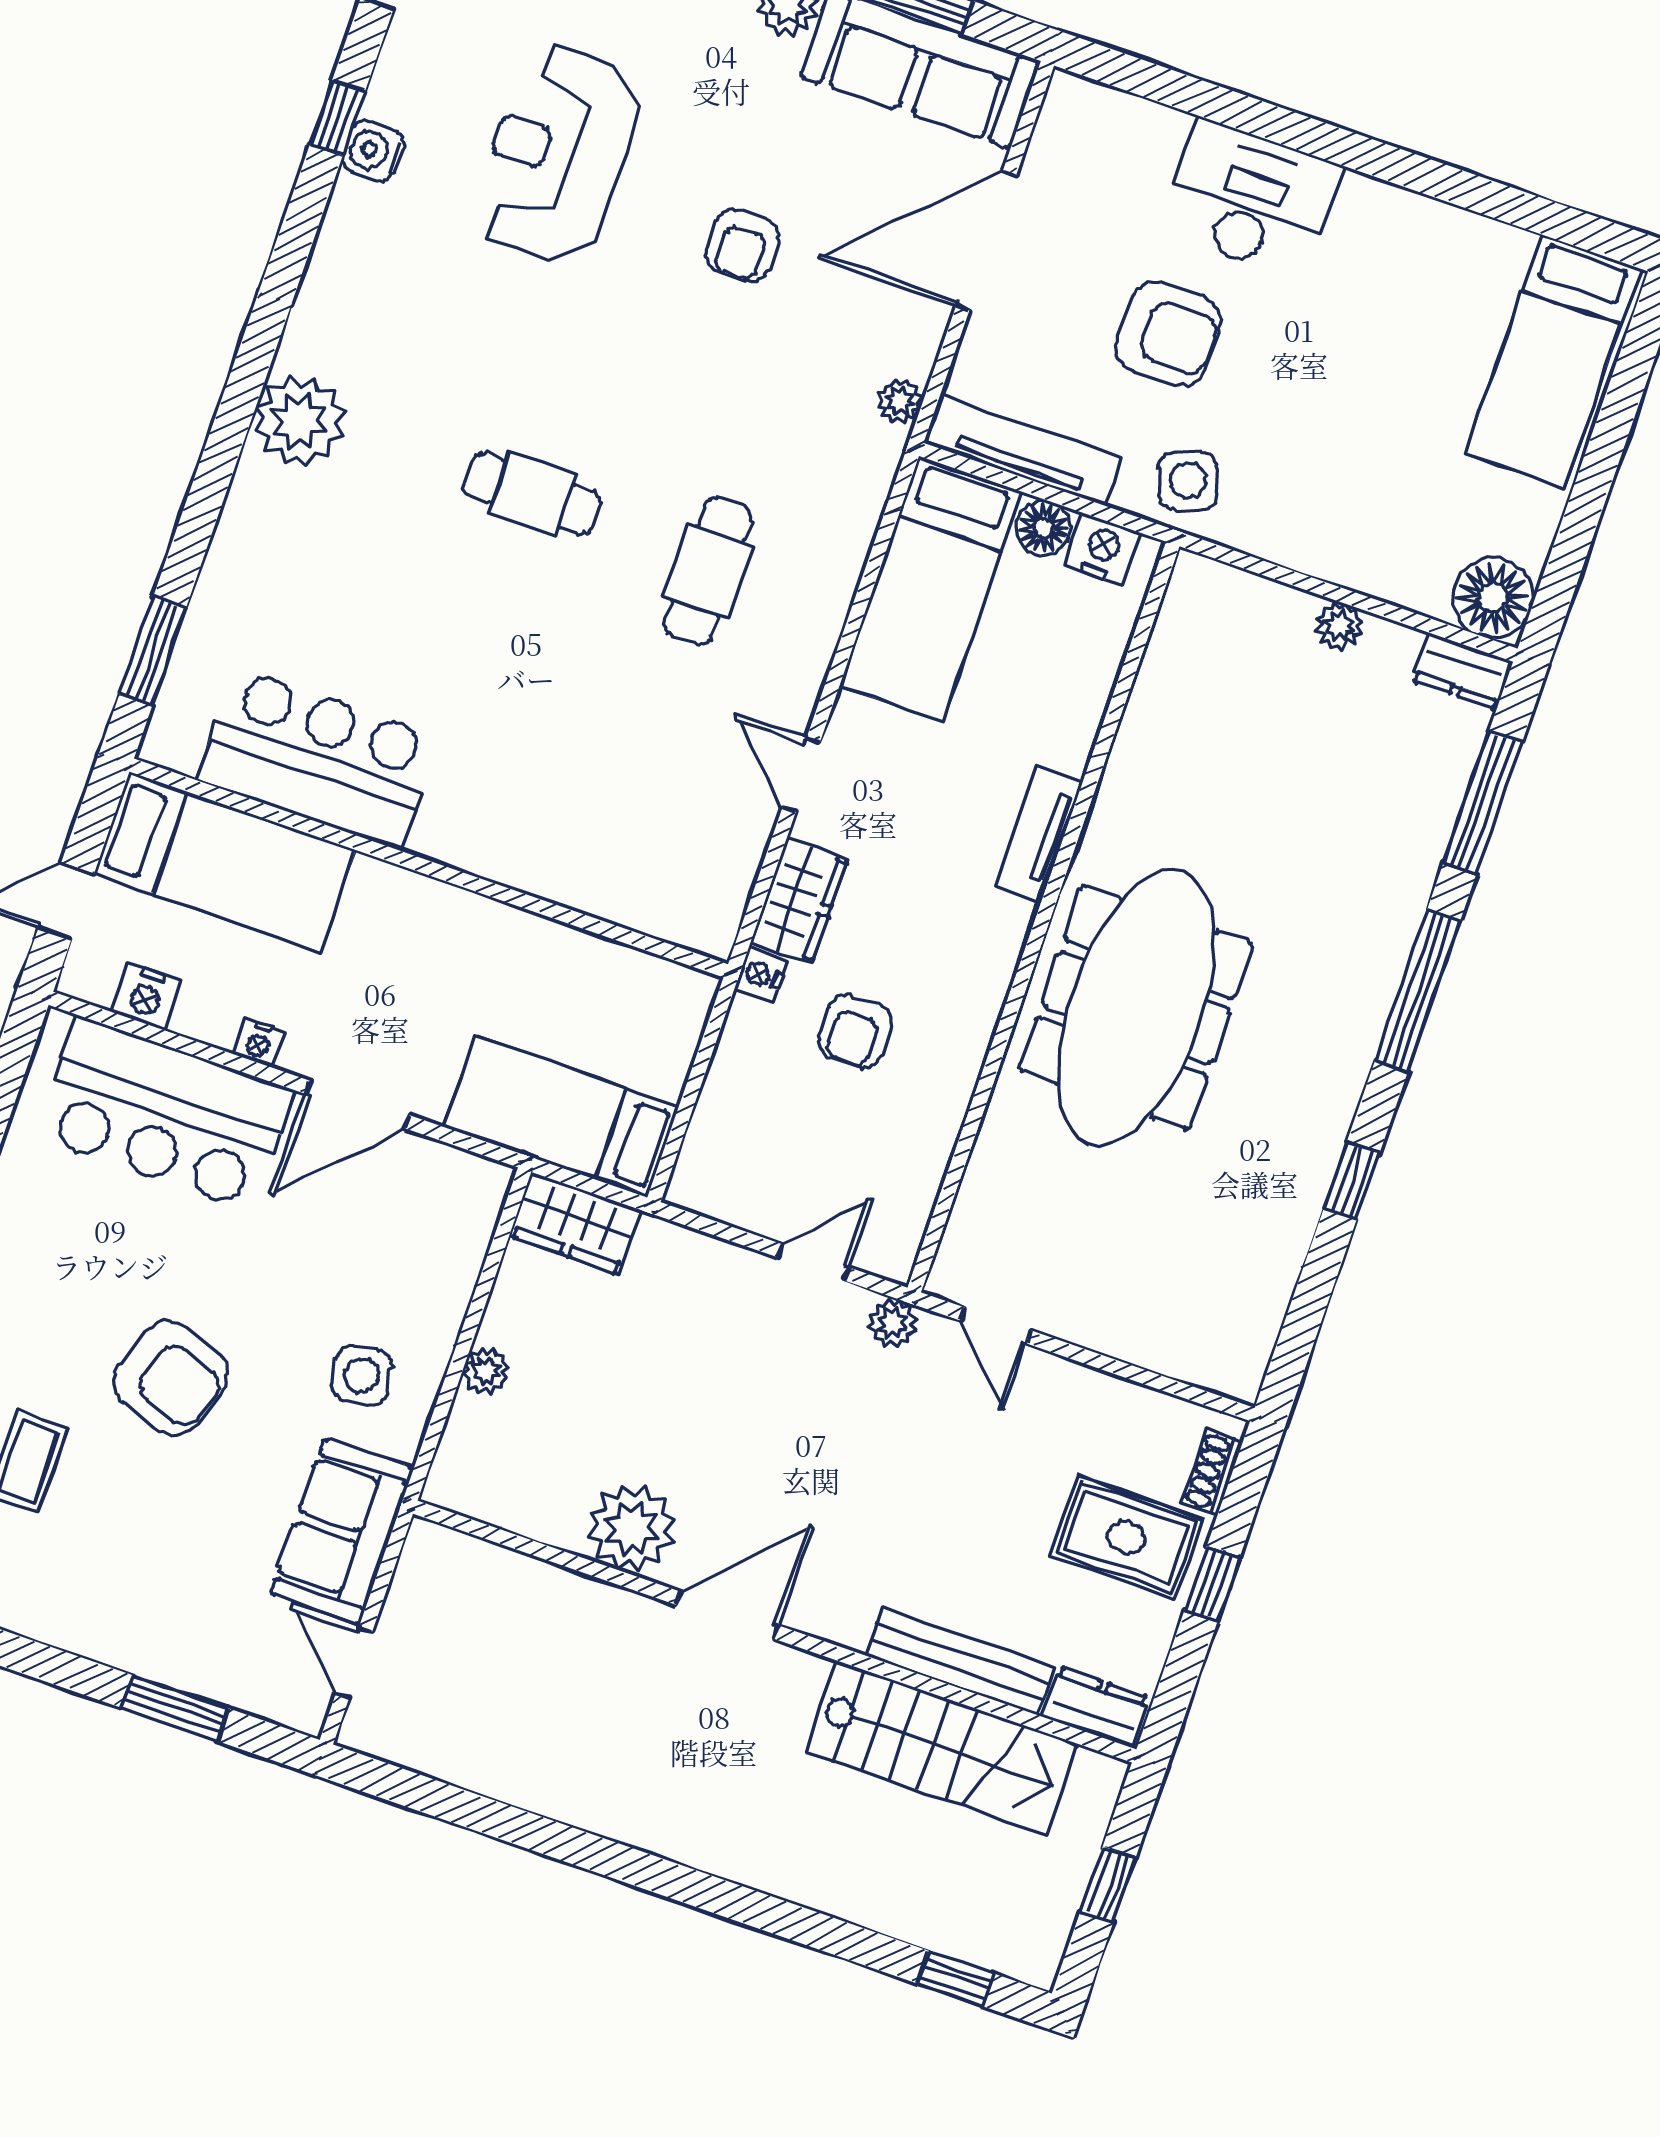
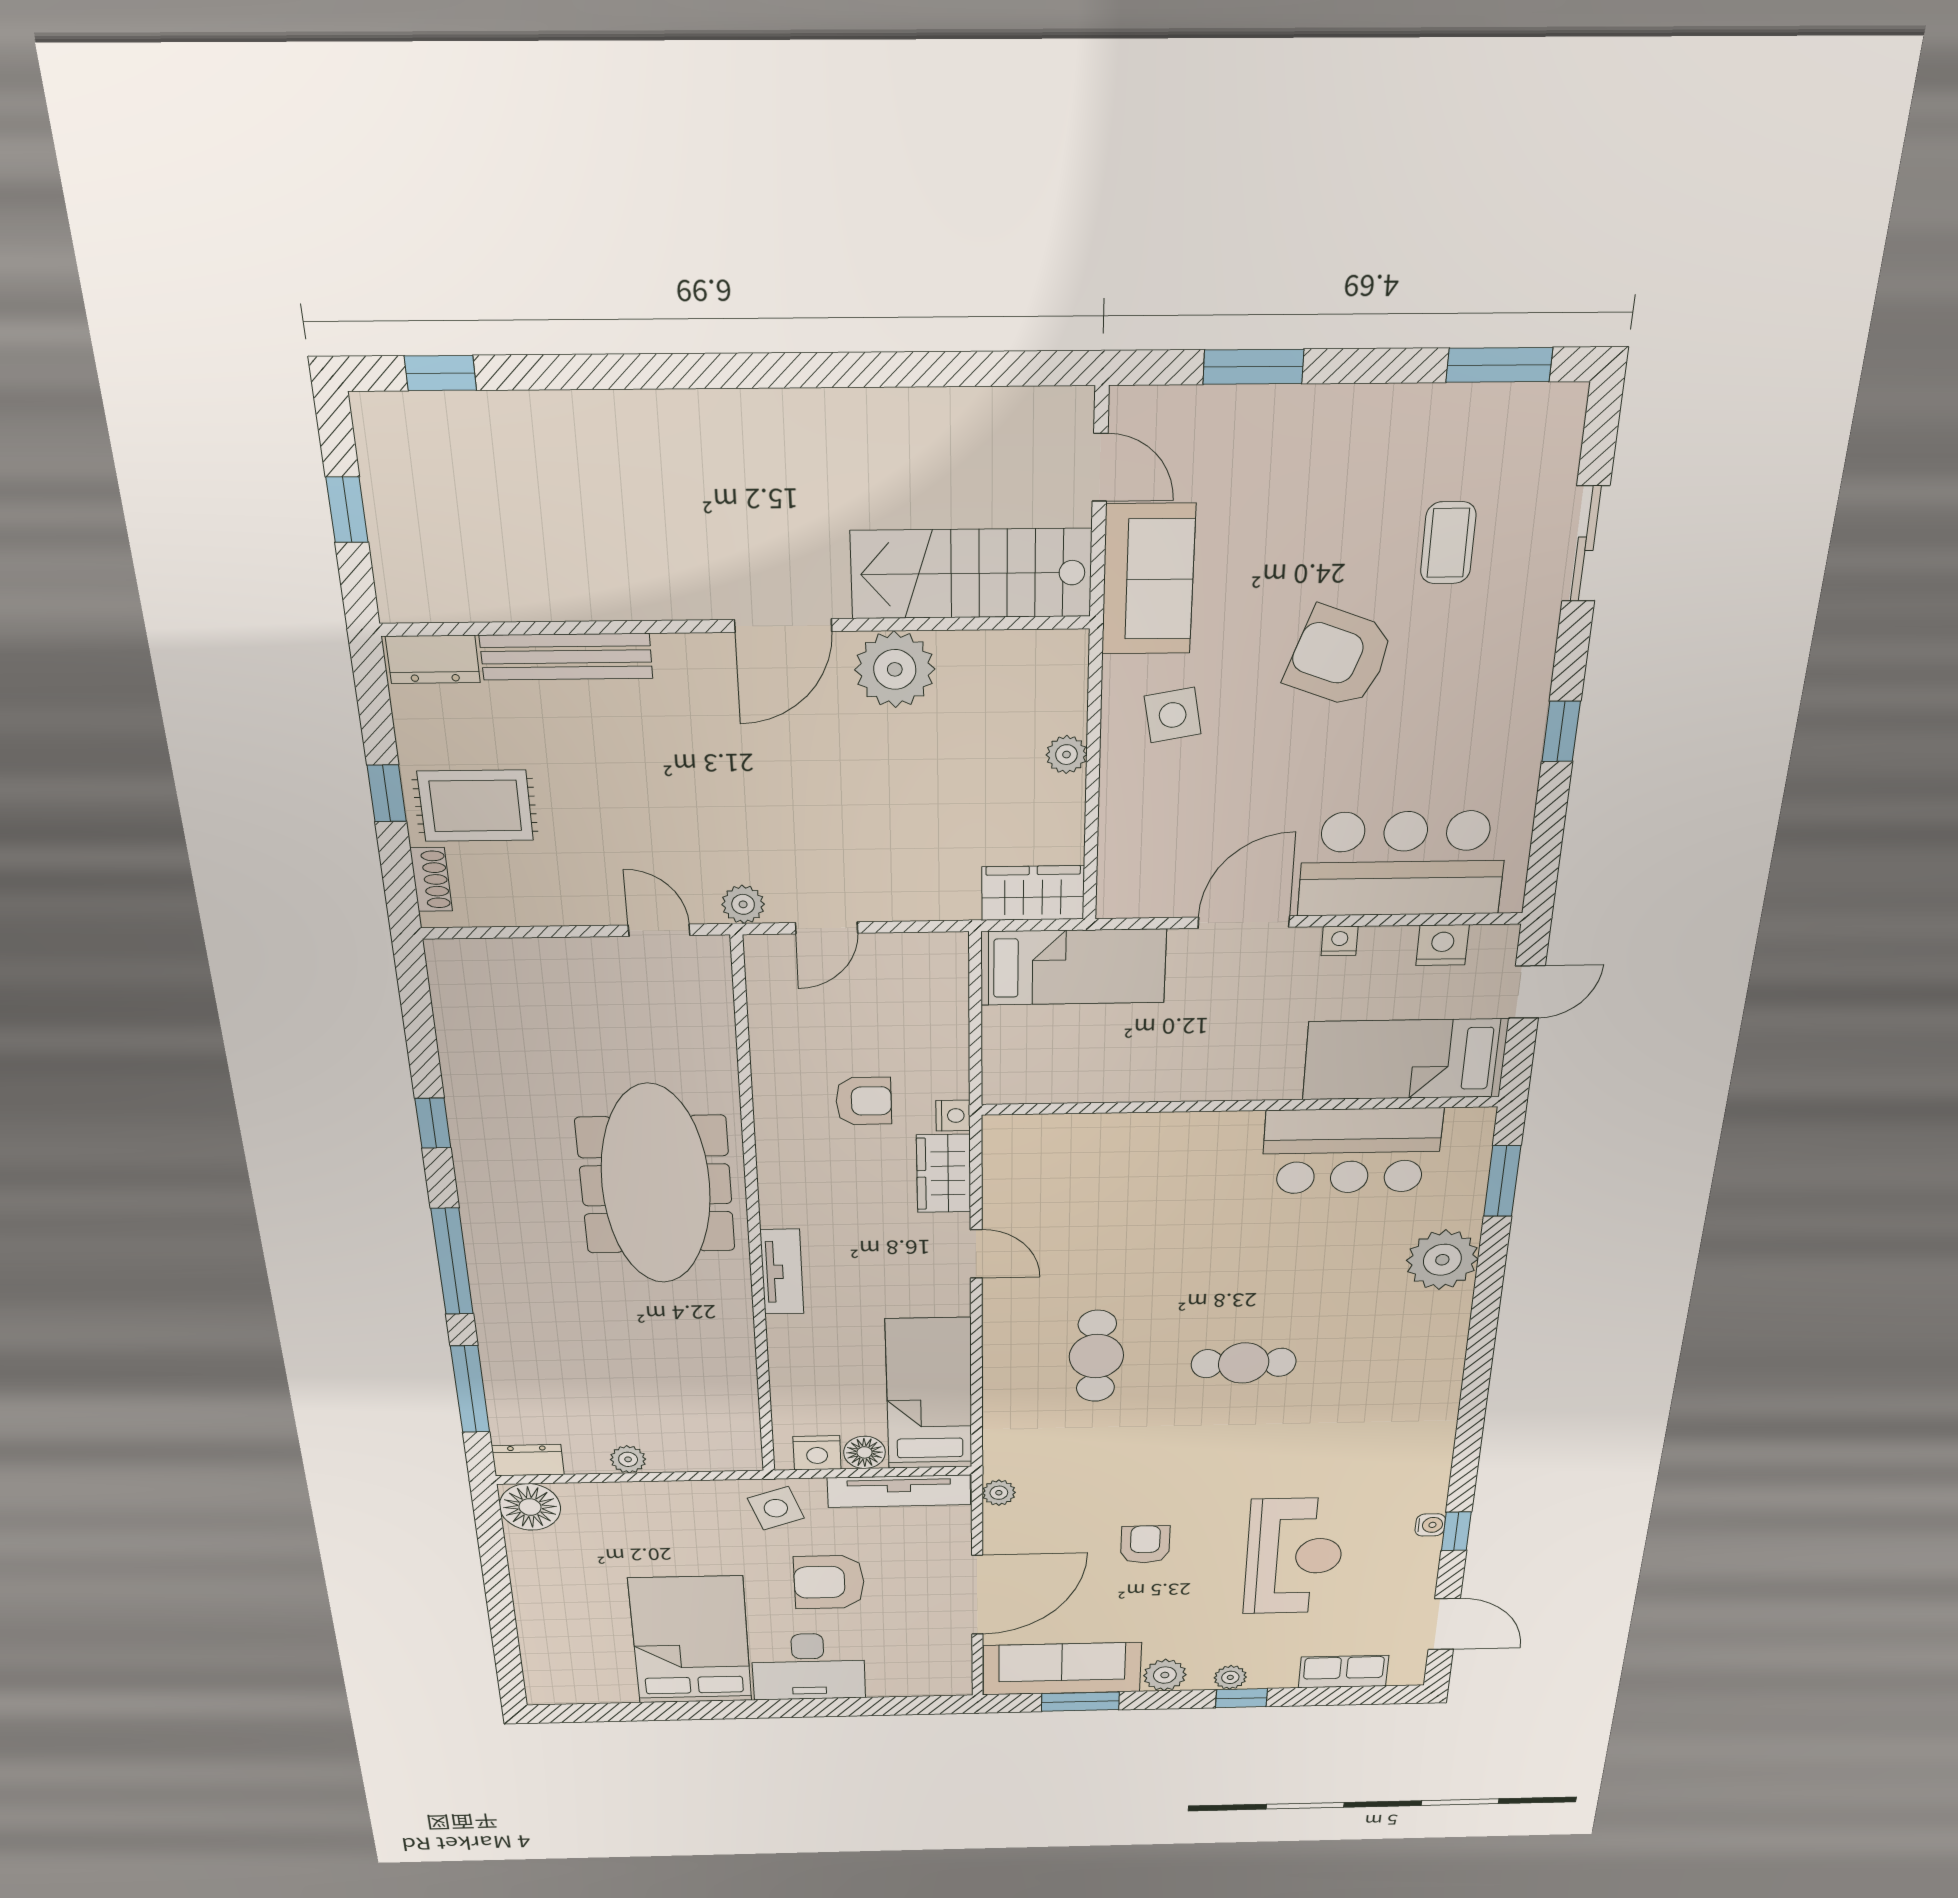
water cooler: (373, 151) -> (1430, 1525), width x0.72, depth x0.72
bed: (1553, 361) -> (690, 1640), moved, width x1.50
plant: (299, 421) -> (1442, 1260), moved
armchair: (855, 1031) -> (864, 1101), turned 90
stairs: (941, 1748) -> (971, 574), moved

